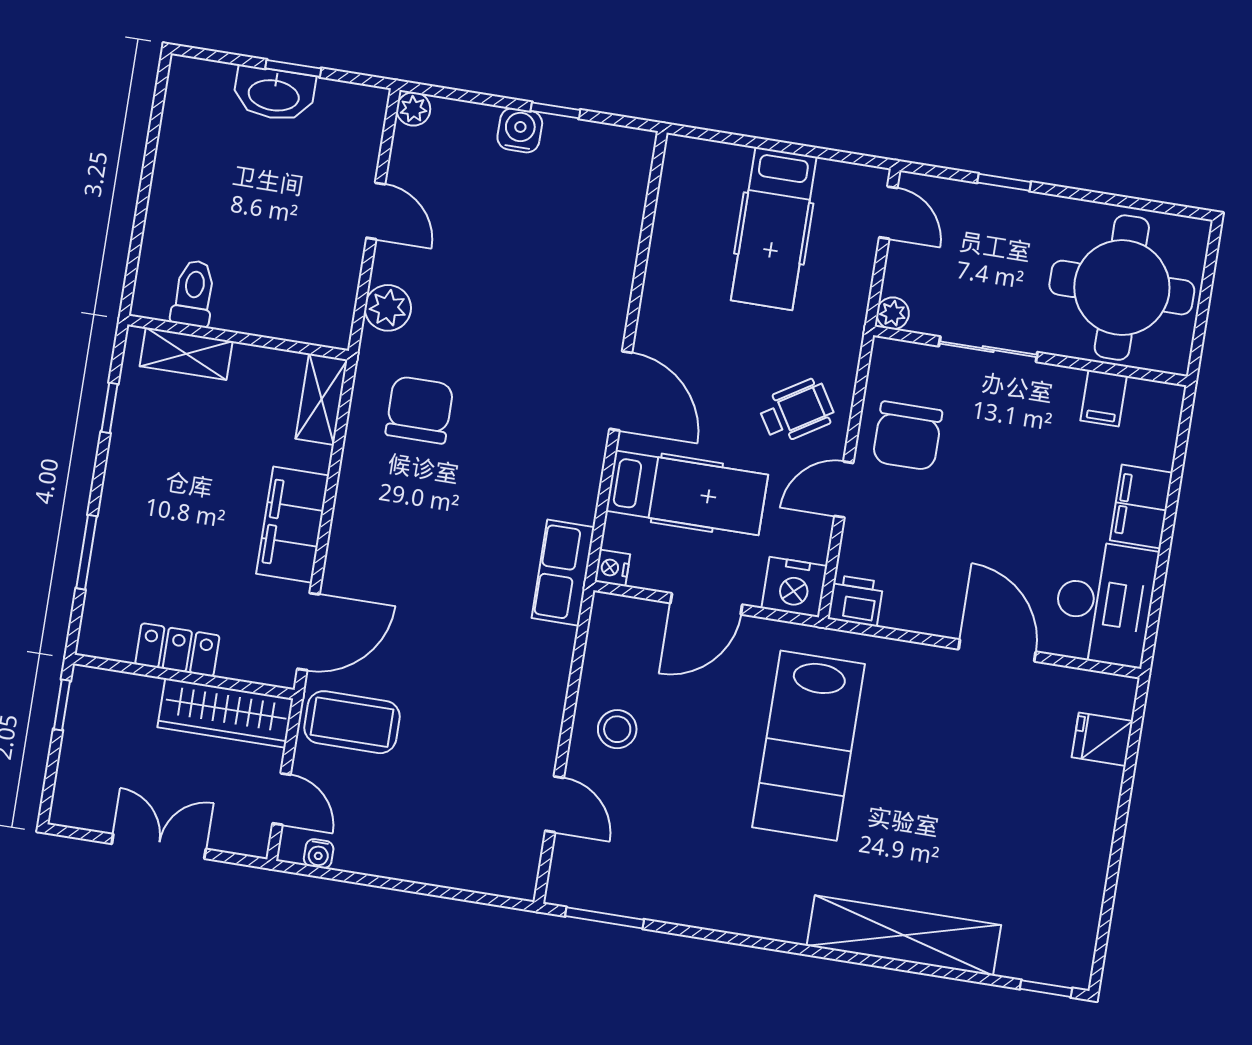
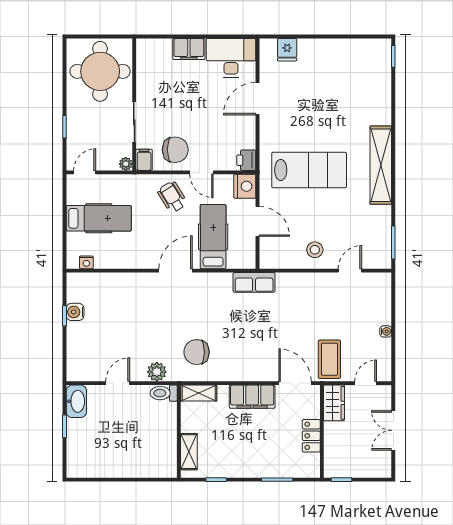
washbasin: (274, 94) -> (76, 401), moved
plant: (413, 109) -> (73, 374), removed
water cooler: (520, 130) -> (75, 312), moved
toilet: (194, 293) -> (164, 393), moved
filing cabinet: (1104, 398) -> (144, 160), moved, turned -90
nightstand: (612, 568) -> (86, 262), moved
wardrobe: (225, 713) -> (334, 403), width x0.67
water cooler: (319, 854) -> (386, 331), moved
shelving: (904, 935) -> (381, 165), moved

